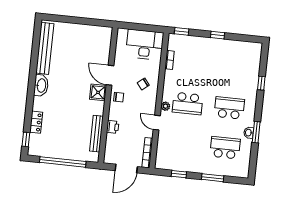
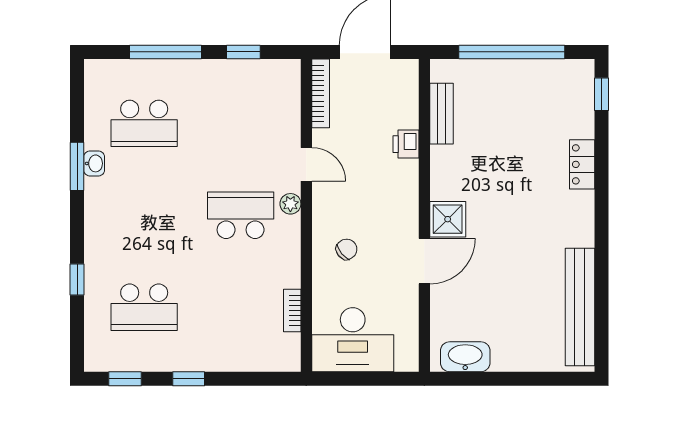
window: (182, 31) -> (125, 379), moved
door: (110, 75) -> (424, 261), hinge flipped
washbasin: (41, 86) -> (465, 357), moved, turned 90
chair: (119, 97) -> (400, 213), removed
school desk: (229, 108) -> (144, 307), moved
locker: (36, 122) -> (582, 164), moved
bench: (96, 134) -> (441, 114), width x0.73
window: (213, 178) -> (166, 52), width x1.44

